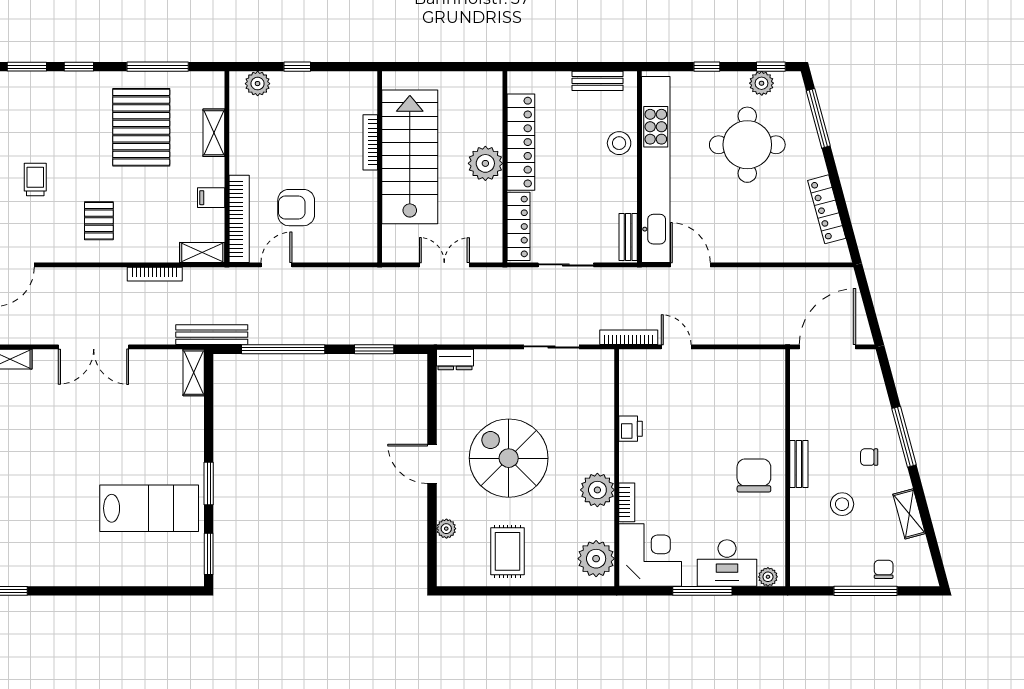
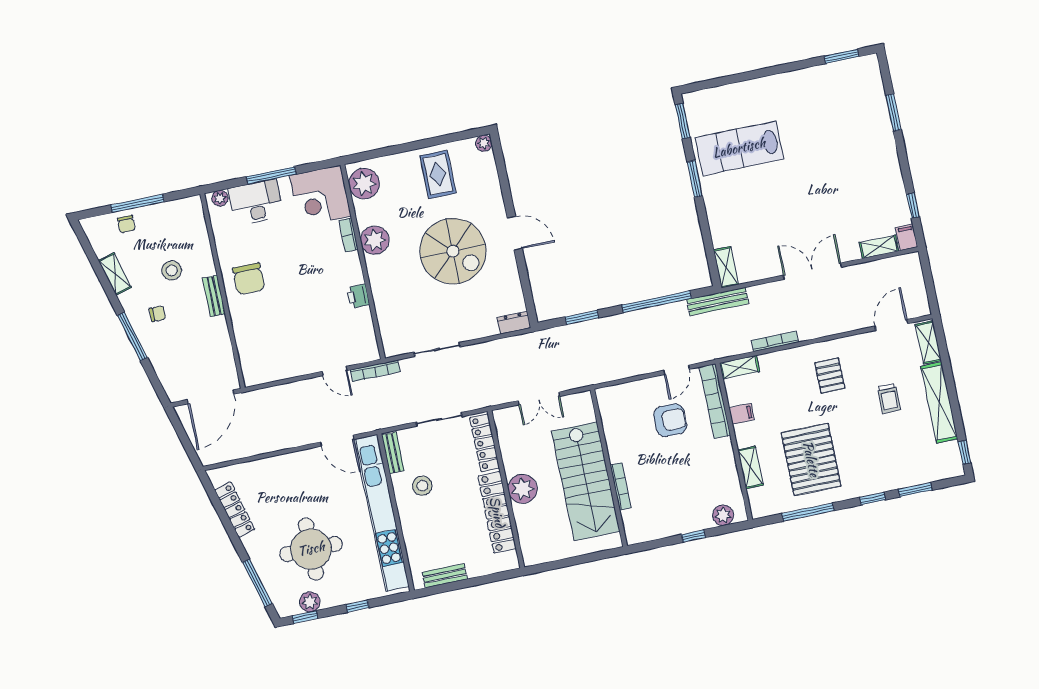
stool: (619, 143) -> (422, 486), moved
plant: (446, 529) -> (484, 143), moved

